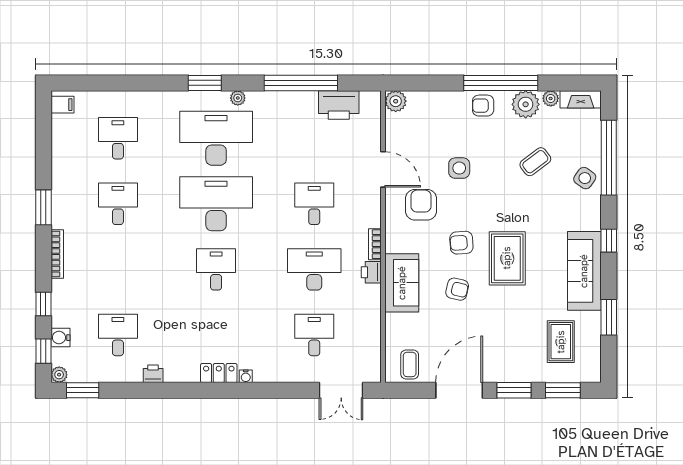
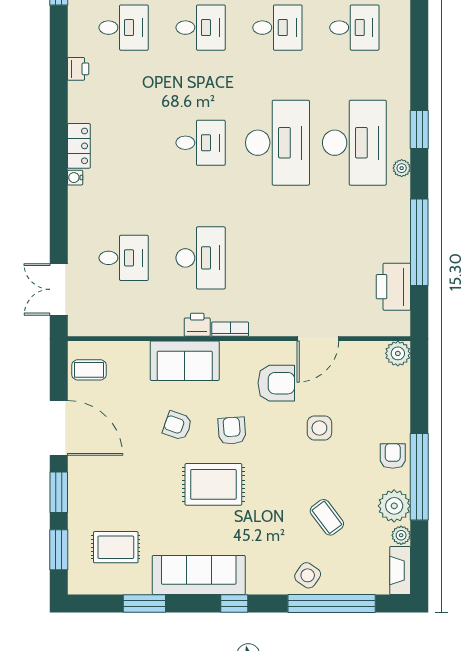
desk: (314, 204) -> (201, 28), moved
armchair: (457, 289) -> (177, 426), turned 96

